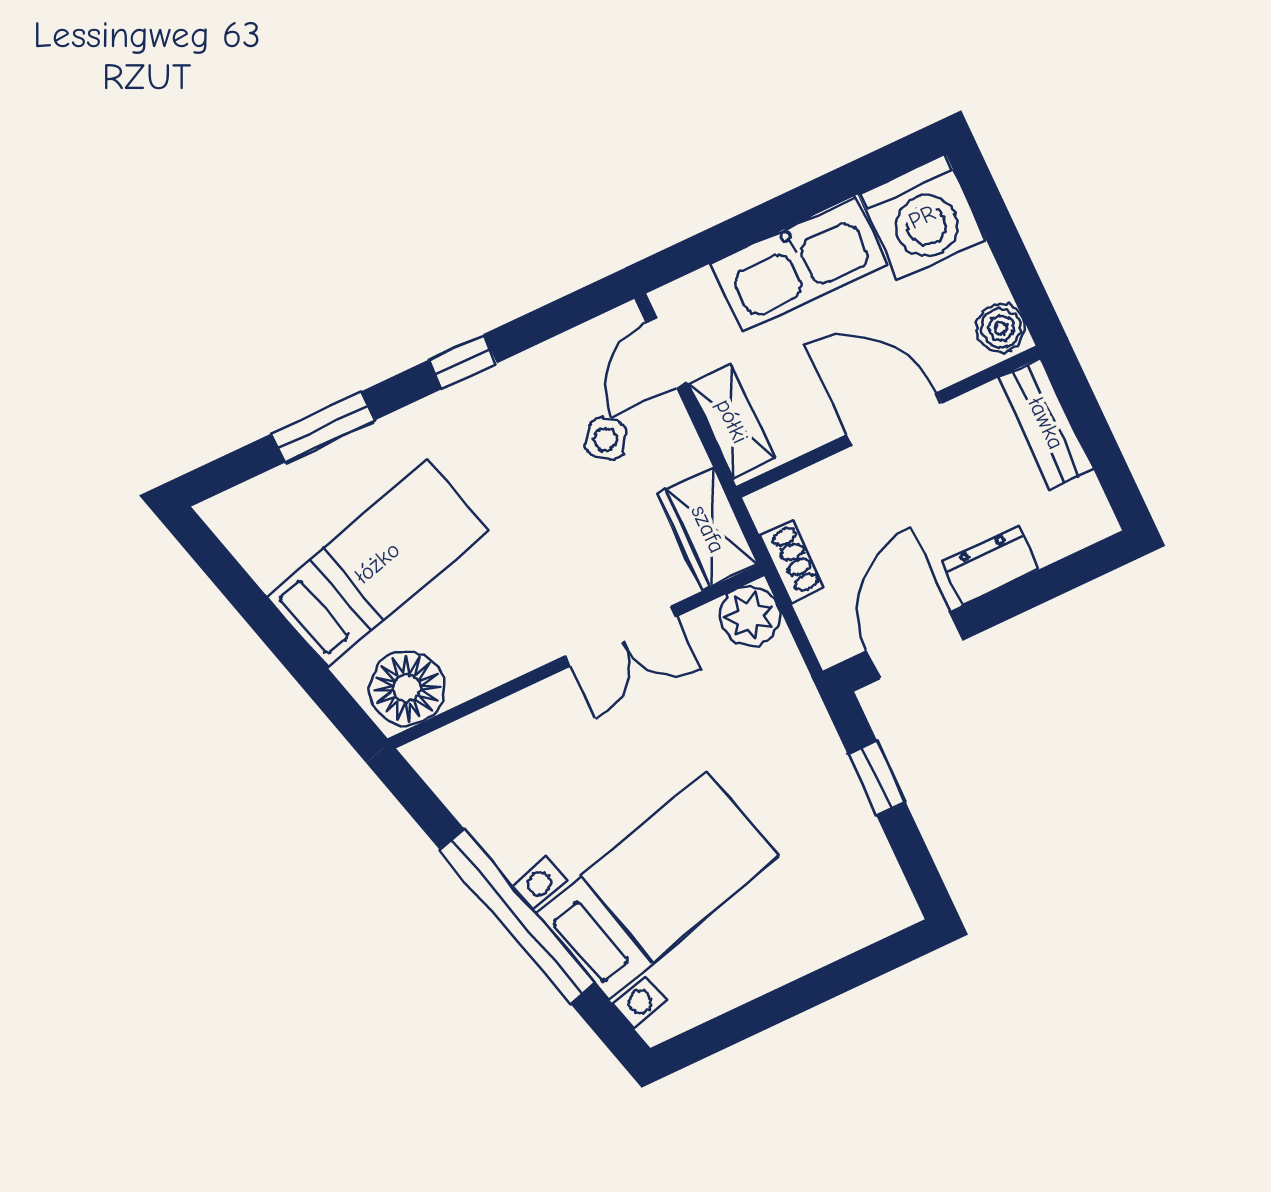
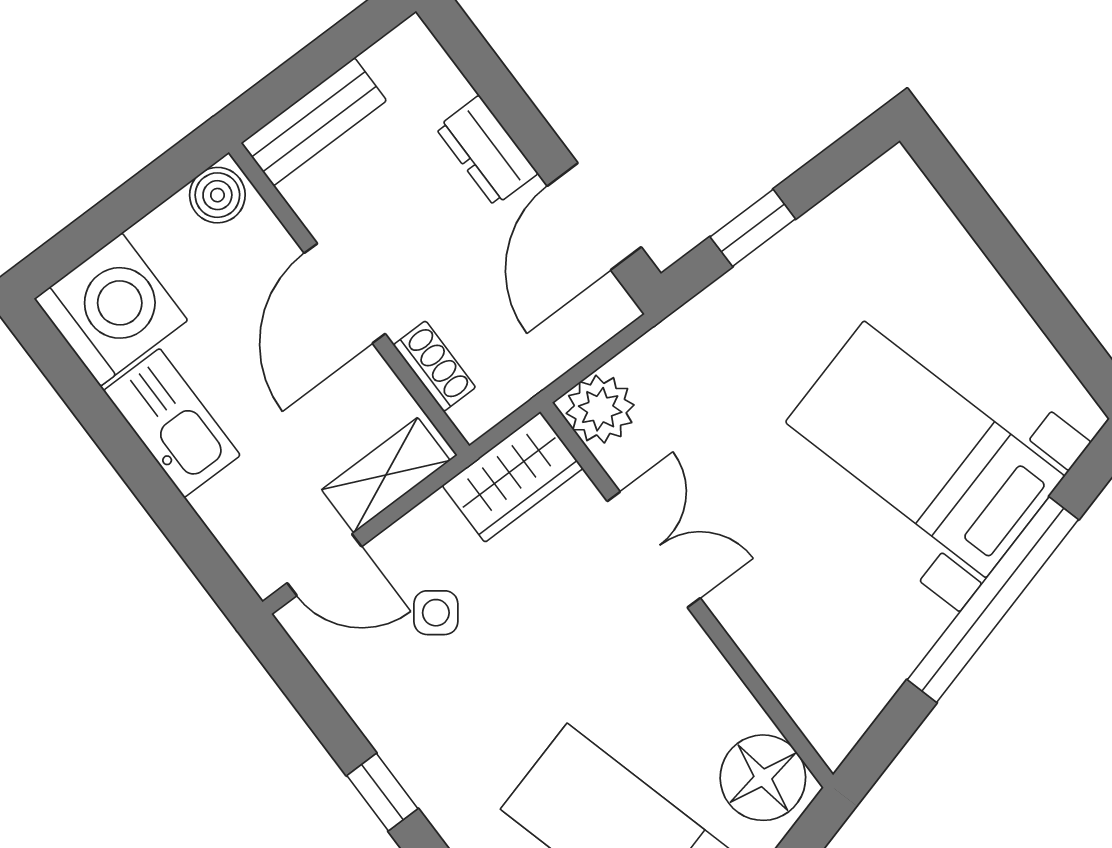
kitchen sink: (799, 264) -> (172, 423), width x0.73, depth x0.81
shoe rack: (791, 562) -> (434, 366), moved, turned 90
door: (915, 645) -> (594, 216), hinge flipped

